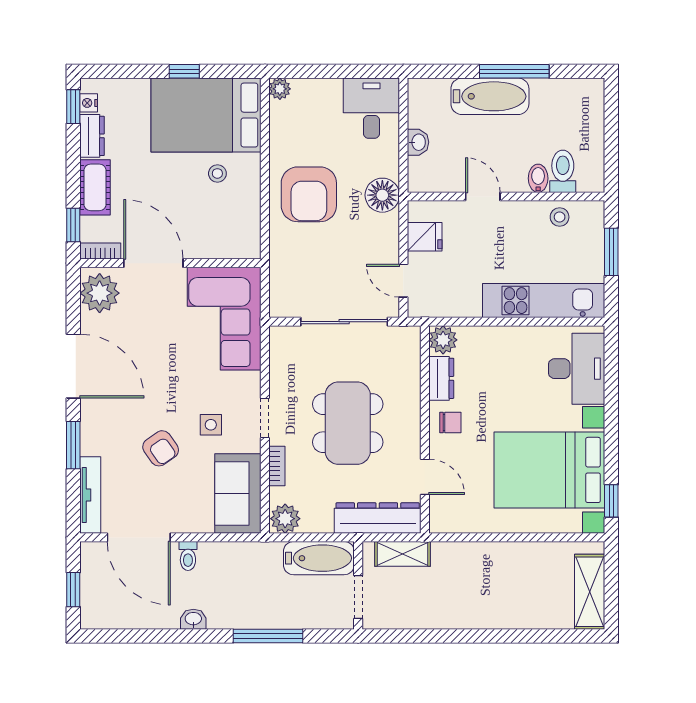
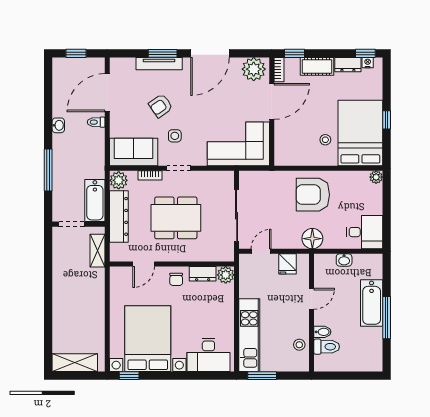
window: (611, 252) -> (262, 376), moved
tv unit: (90, 495) -> (159, 64), moved
dresser: (378, 518) -> (119, 216), moved

